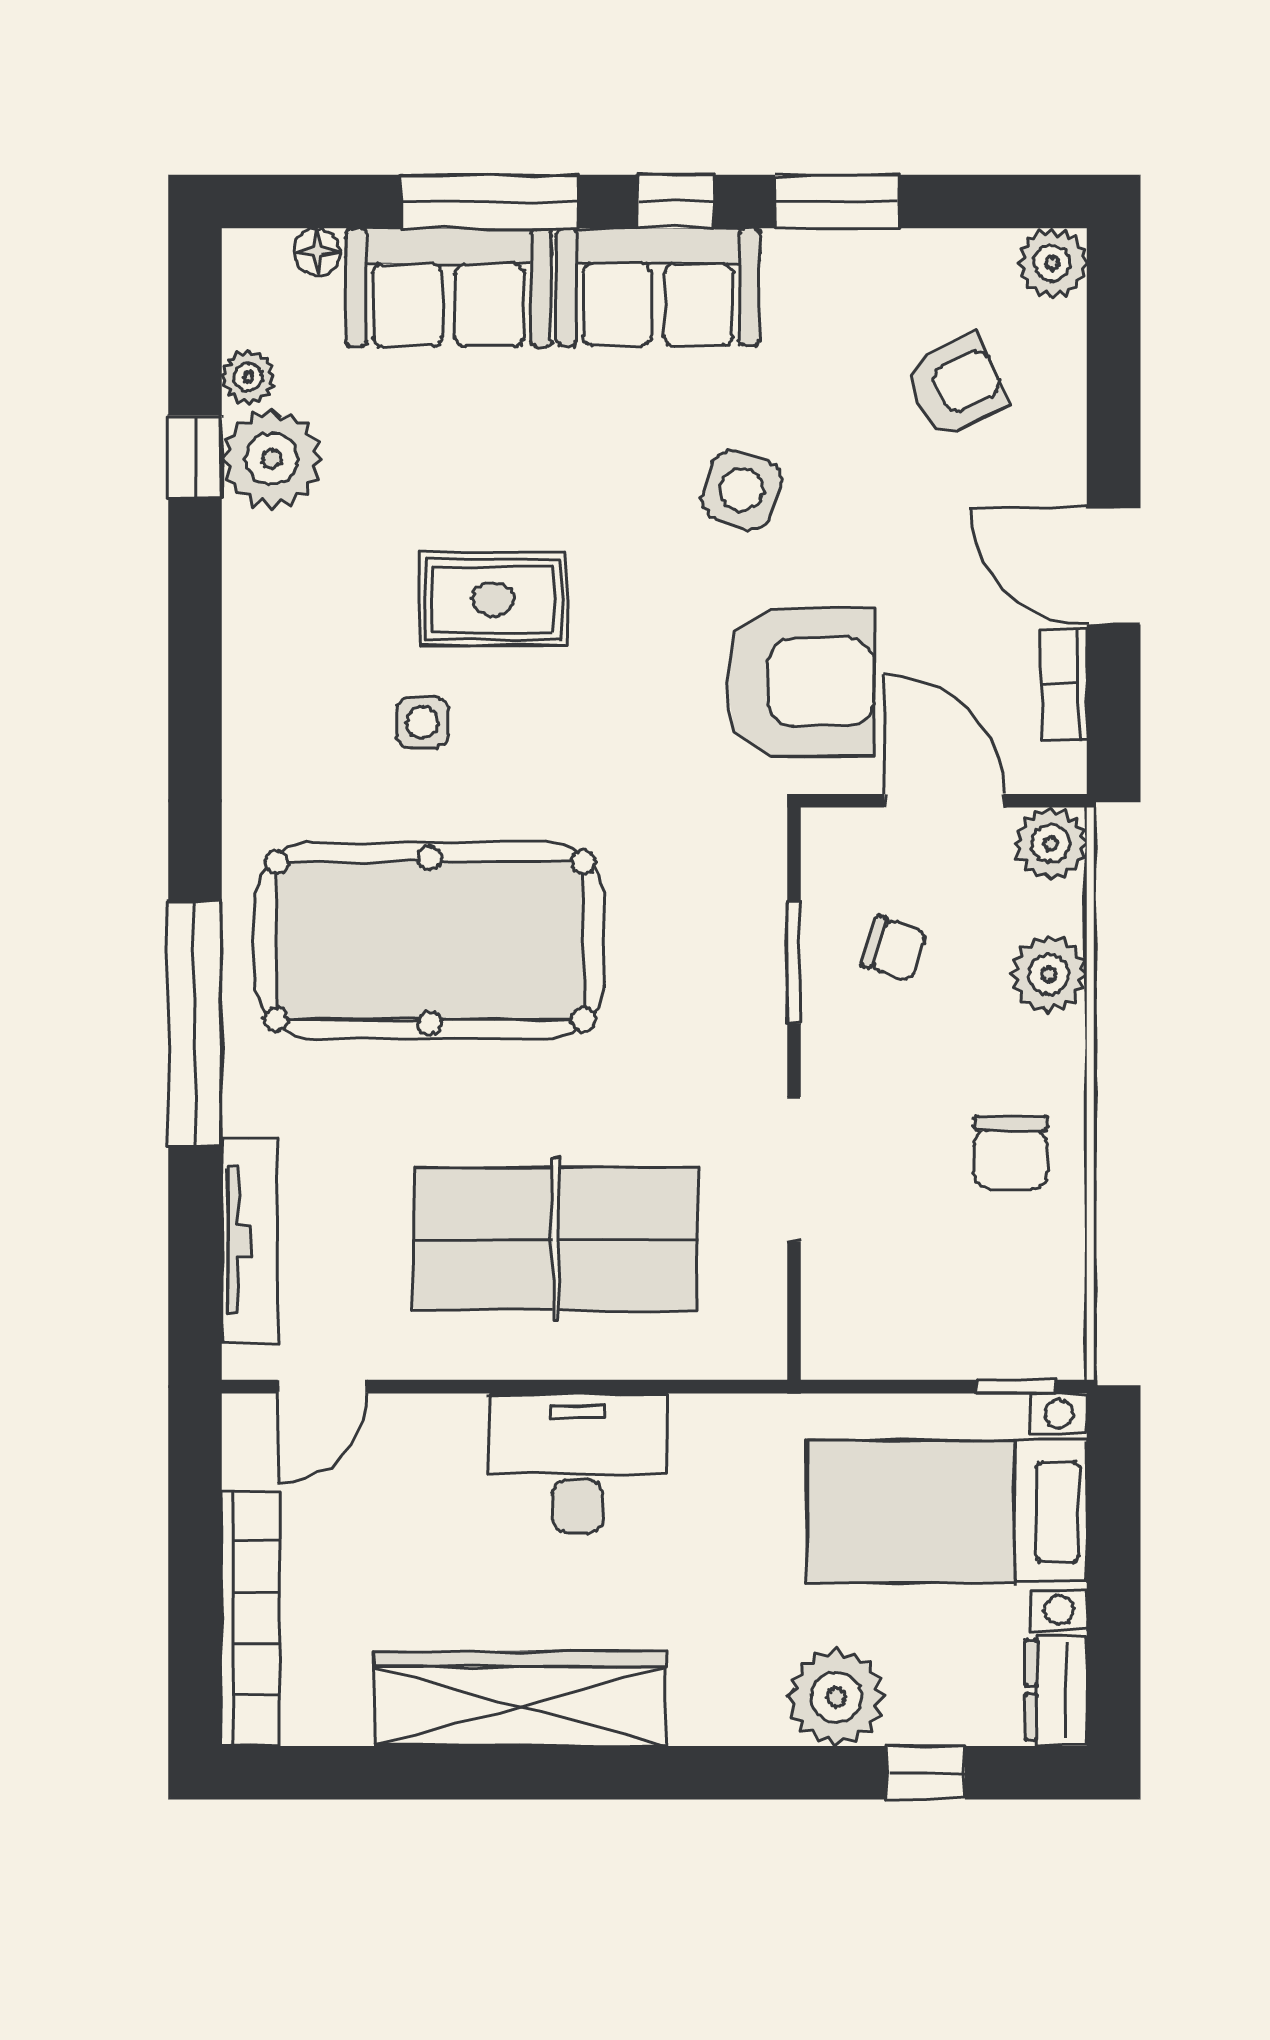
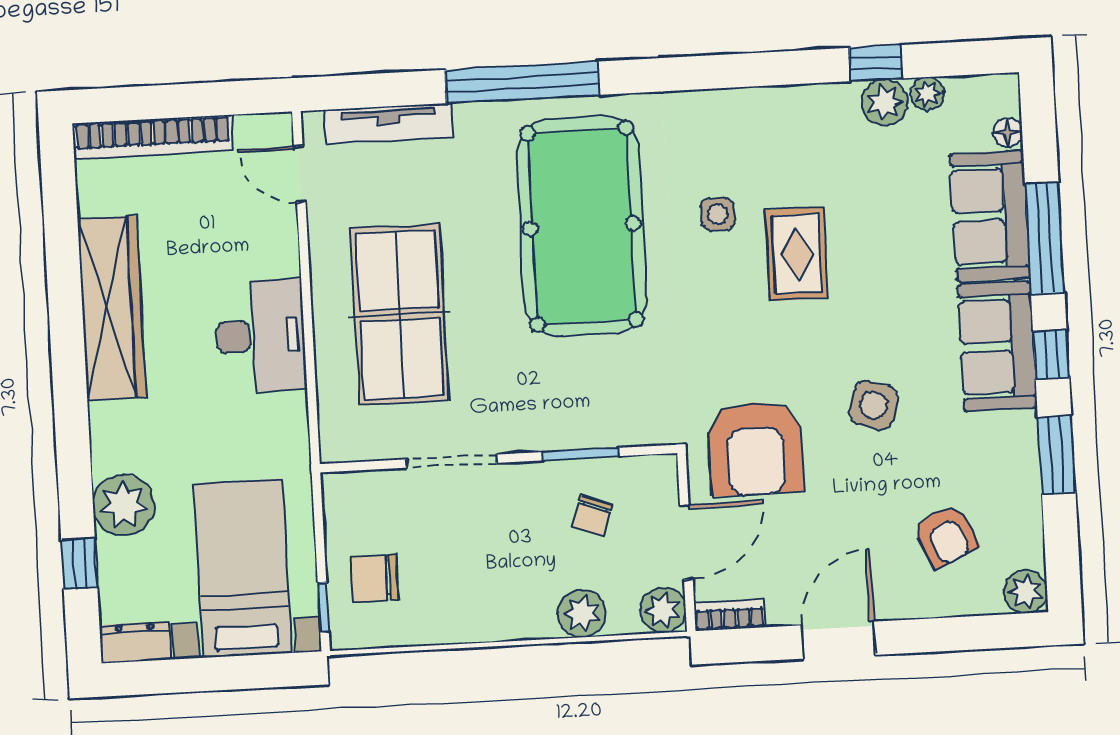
plant: (272, 459) -> (885, 102), width x0.73, depth x0.73
bookcase: (1064, 684) -> (730, 615), moved
chair: (1011, 1153) -> (374, 578), moved

